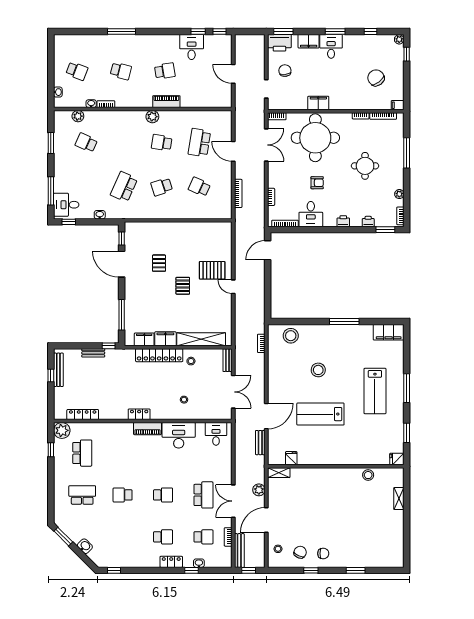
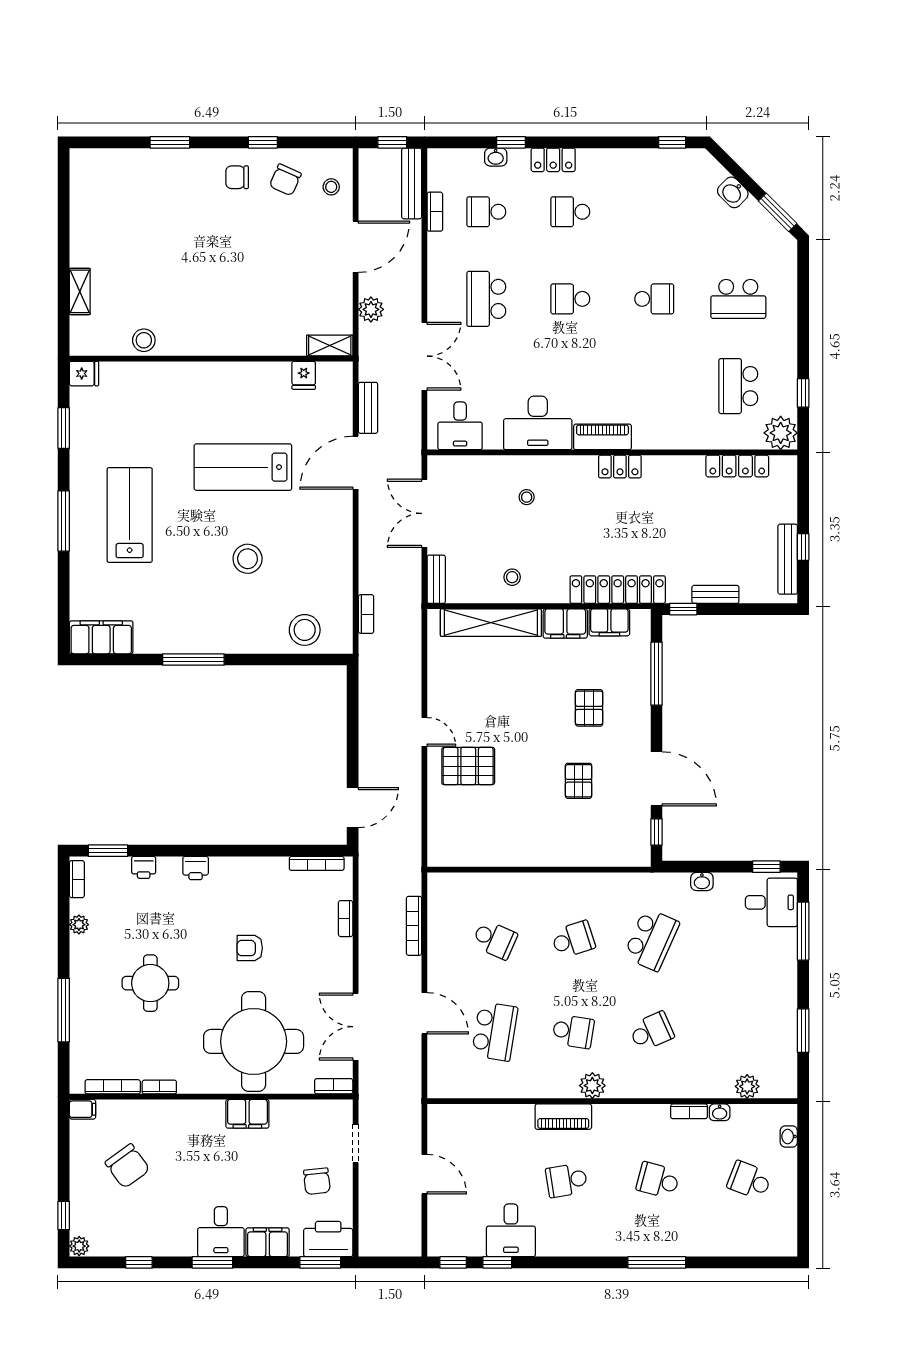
school desk: (86, 143) -> (651, 1031), moved, turned -48
desk: (311, 214) -> (263, 883), removed
pallet: (183, 286) -> (589, 708), moved
locker: (159, 355) -> (618, 590), moved
lab bench: (320, 414) -> (243, 467), turned 180
double door: (233, 501) -> (424, 356), moved

